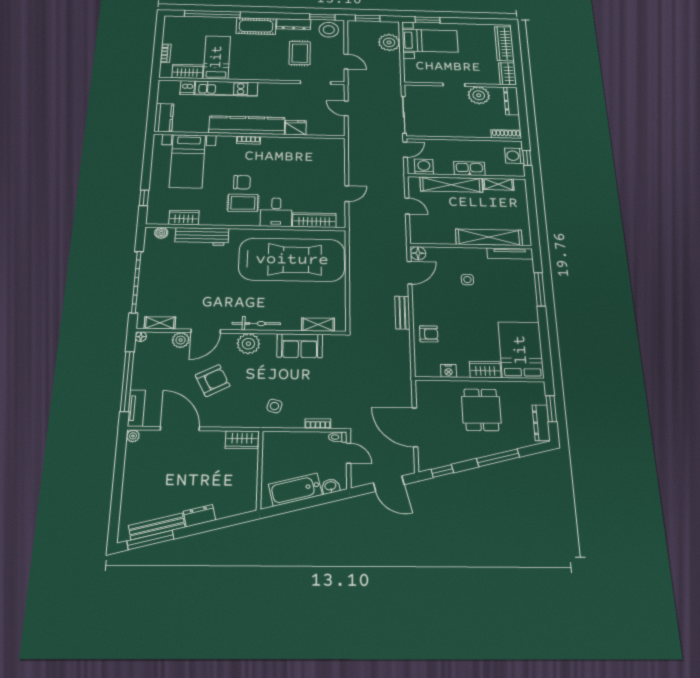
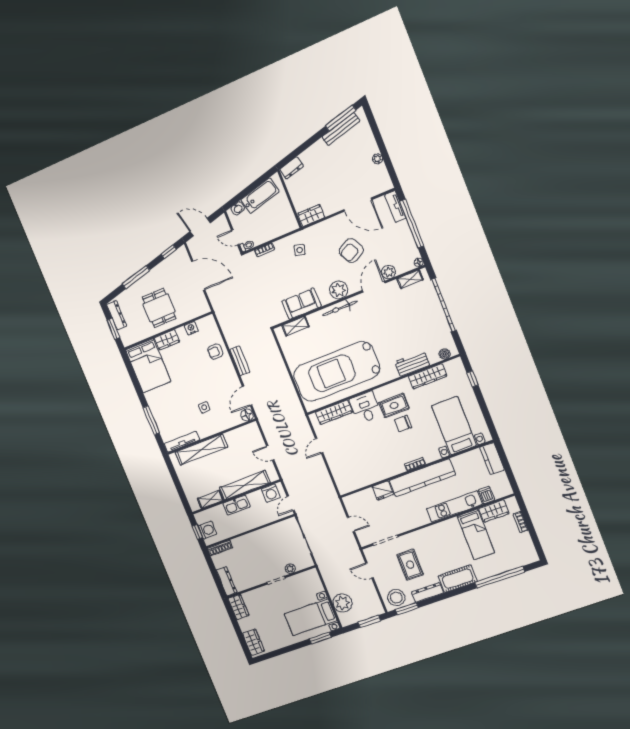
wardrobe: (504, 44) -> (254, 642), width x0.67
plant: (479, 95) -> (290, 569), moved, width x0.53, depth x0.53
wardrobe: (184, 218) -> (428, 376), width x1.50
workbench: (202, 236) -> (412, 363), width x0.73
plant: (133, 436) -> (378, 159), moved
dresser: (199, 516) -> (292, 168), moved

